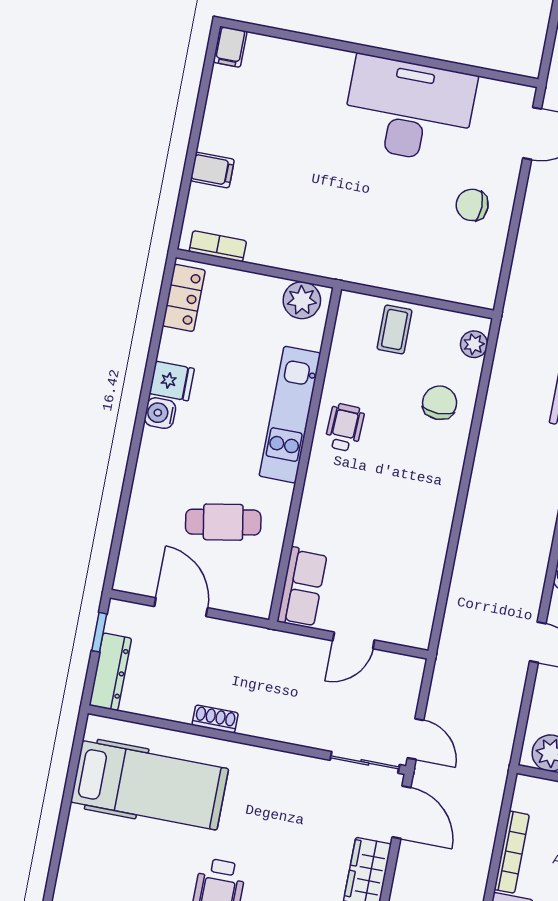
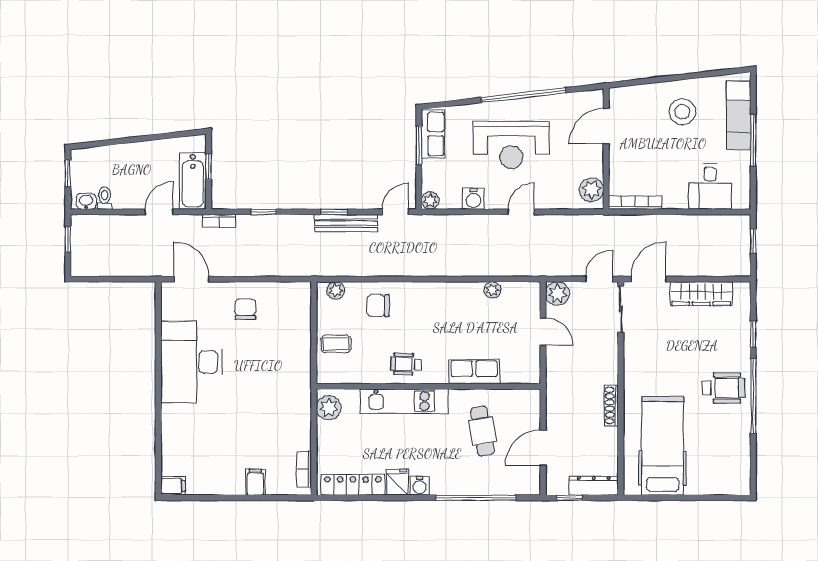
chair: (472, 205) -> (245, 309), turned 180
locker: (184, 298) -> (353, 485), width x1.53
window: (126, 493) -> (476, 498), added
plant: (430, 577) -> (492, 290), added
row of seats: (302, 587) -> (474, 372), moved
plant: (406, 673) -> (557, 293), added
shoe rack: (215, 719) -> (611, 406), width x1.43
bookcase: (512, 852) -> (635, 203), moved

